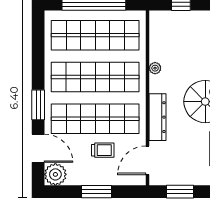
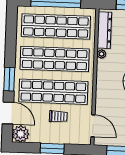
dresser: (157, 117) -> (104, 30), moved
door: (148, 160) -> (93, 126), swing flipped

